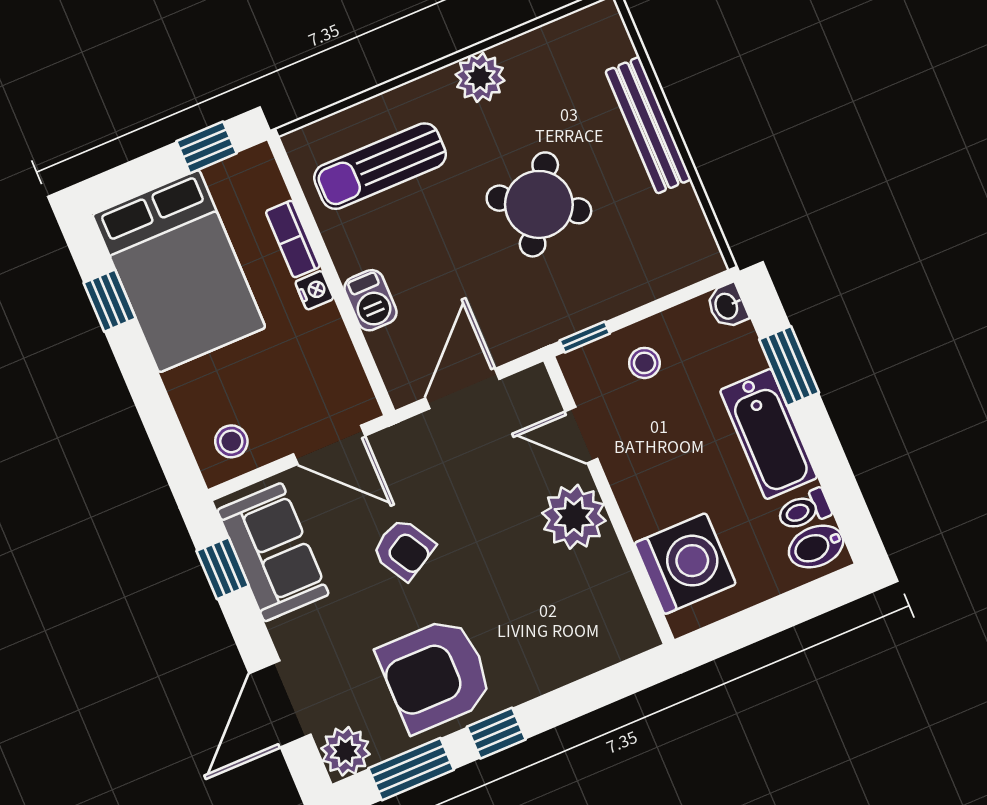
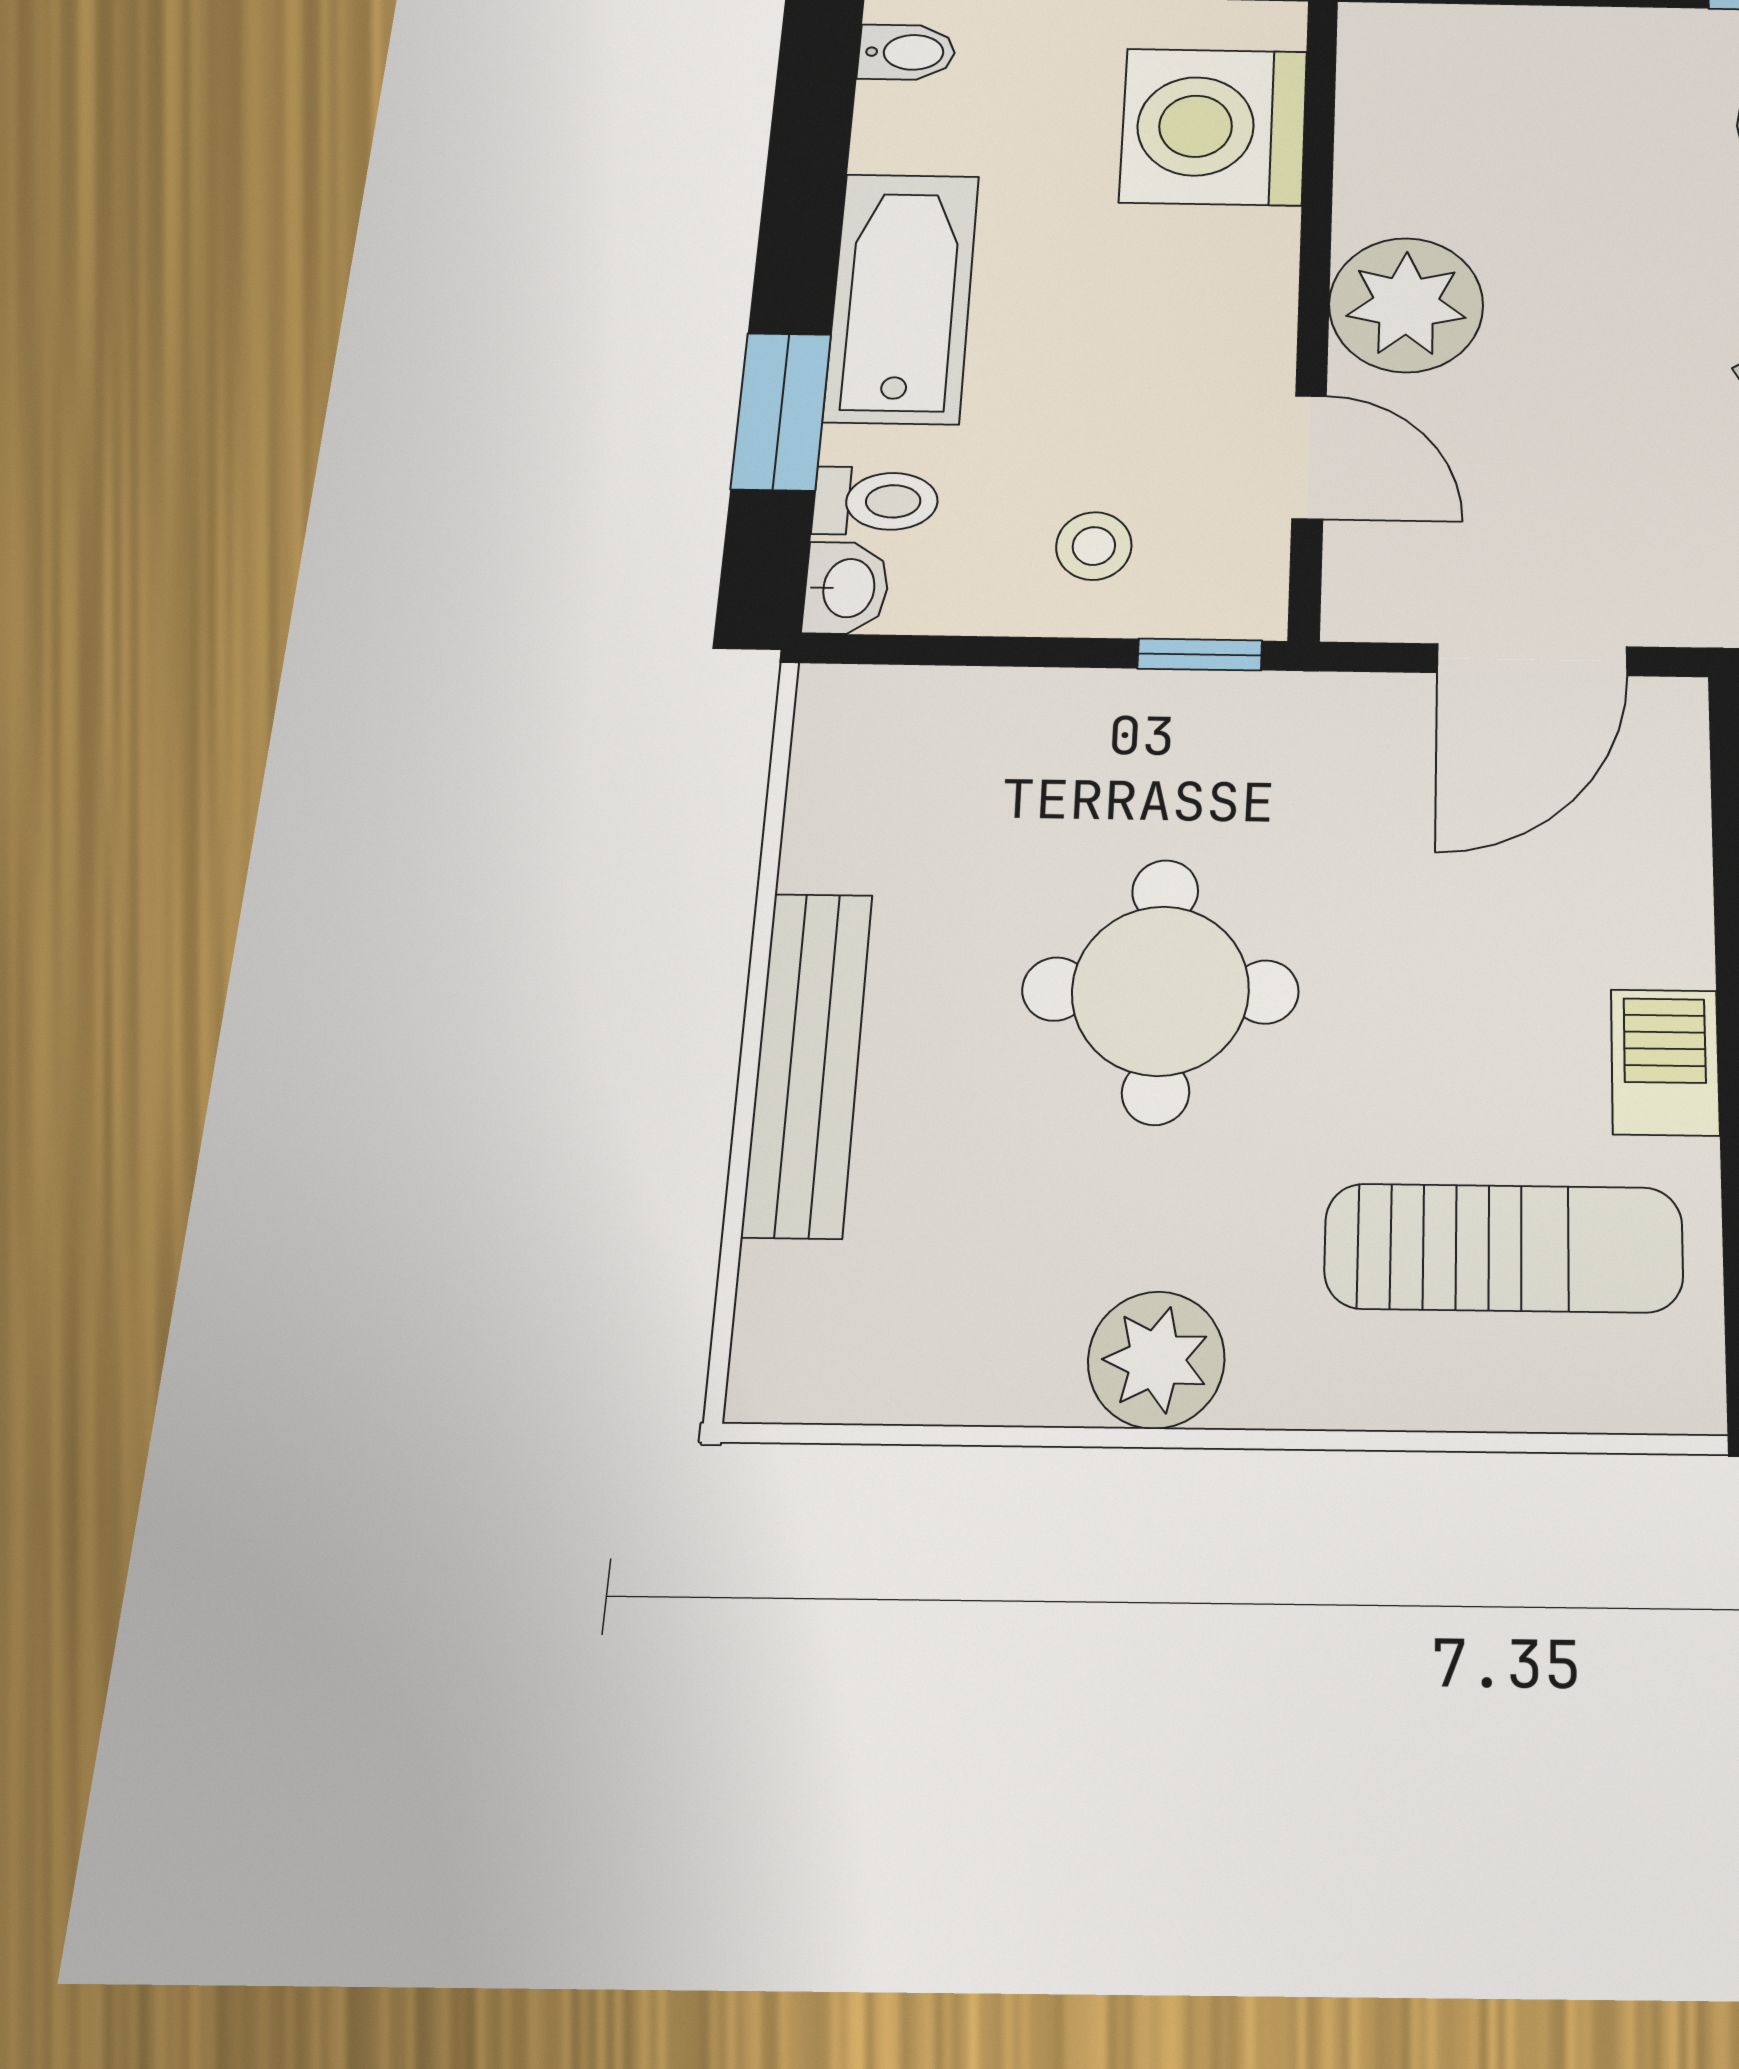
round table: (539, 204) -> (1160, 991), turned -32
barbecue: (370, 300) -> (1665, 1062), moved
toilet: (804, 510) -> (876, 501), moved
bidet: (816, 546) -> (907, 52), width x0.72, depth x0.74

